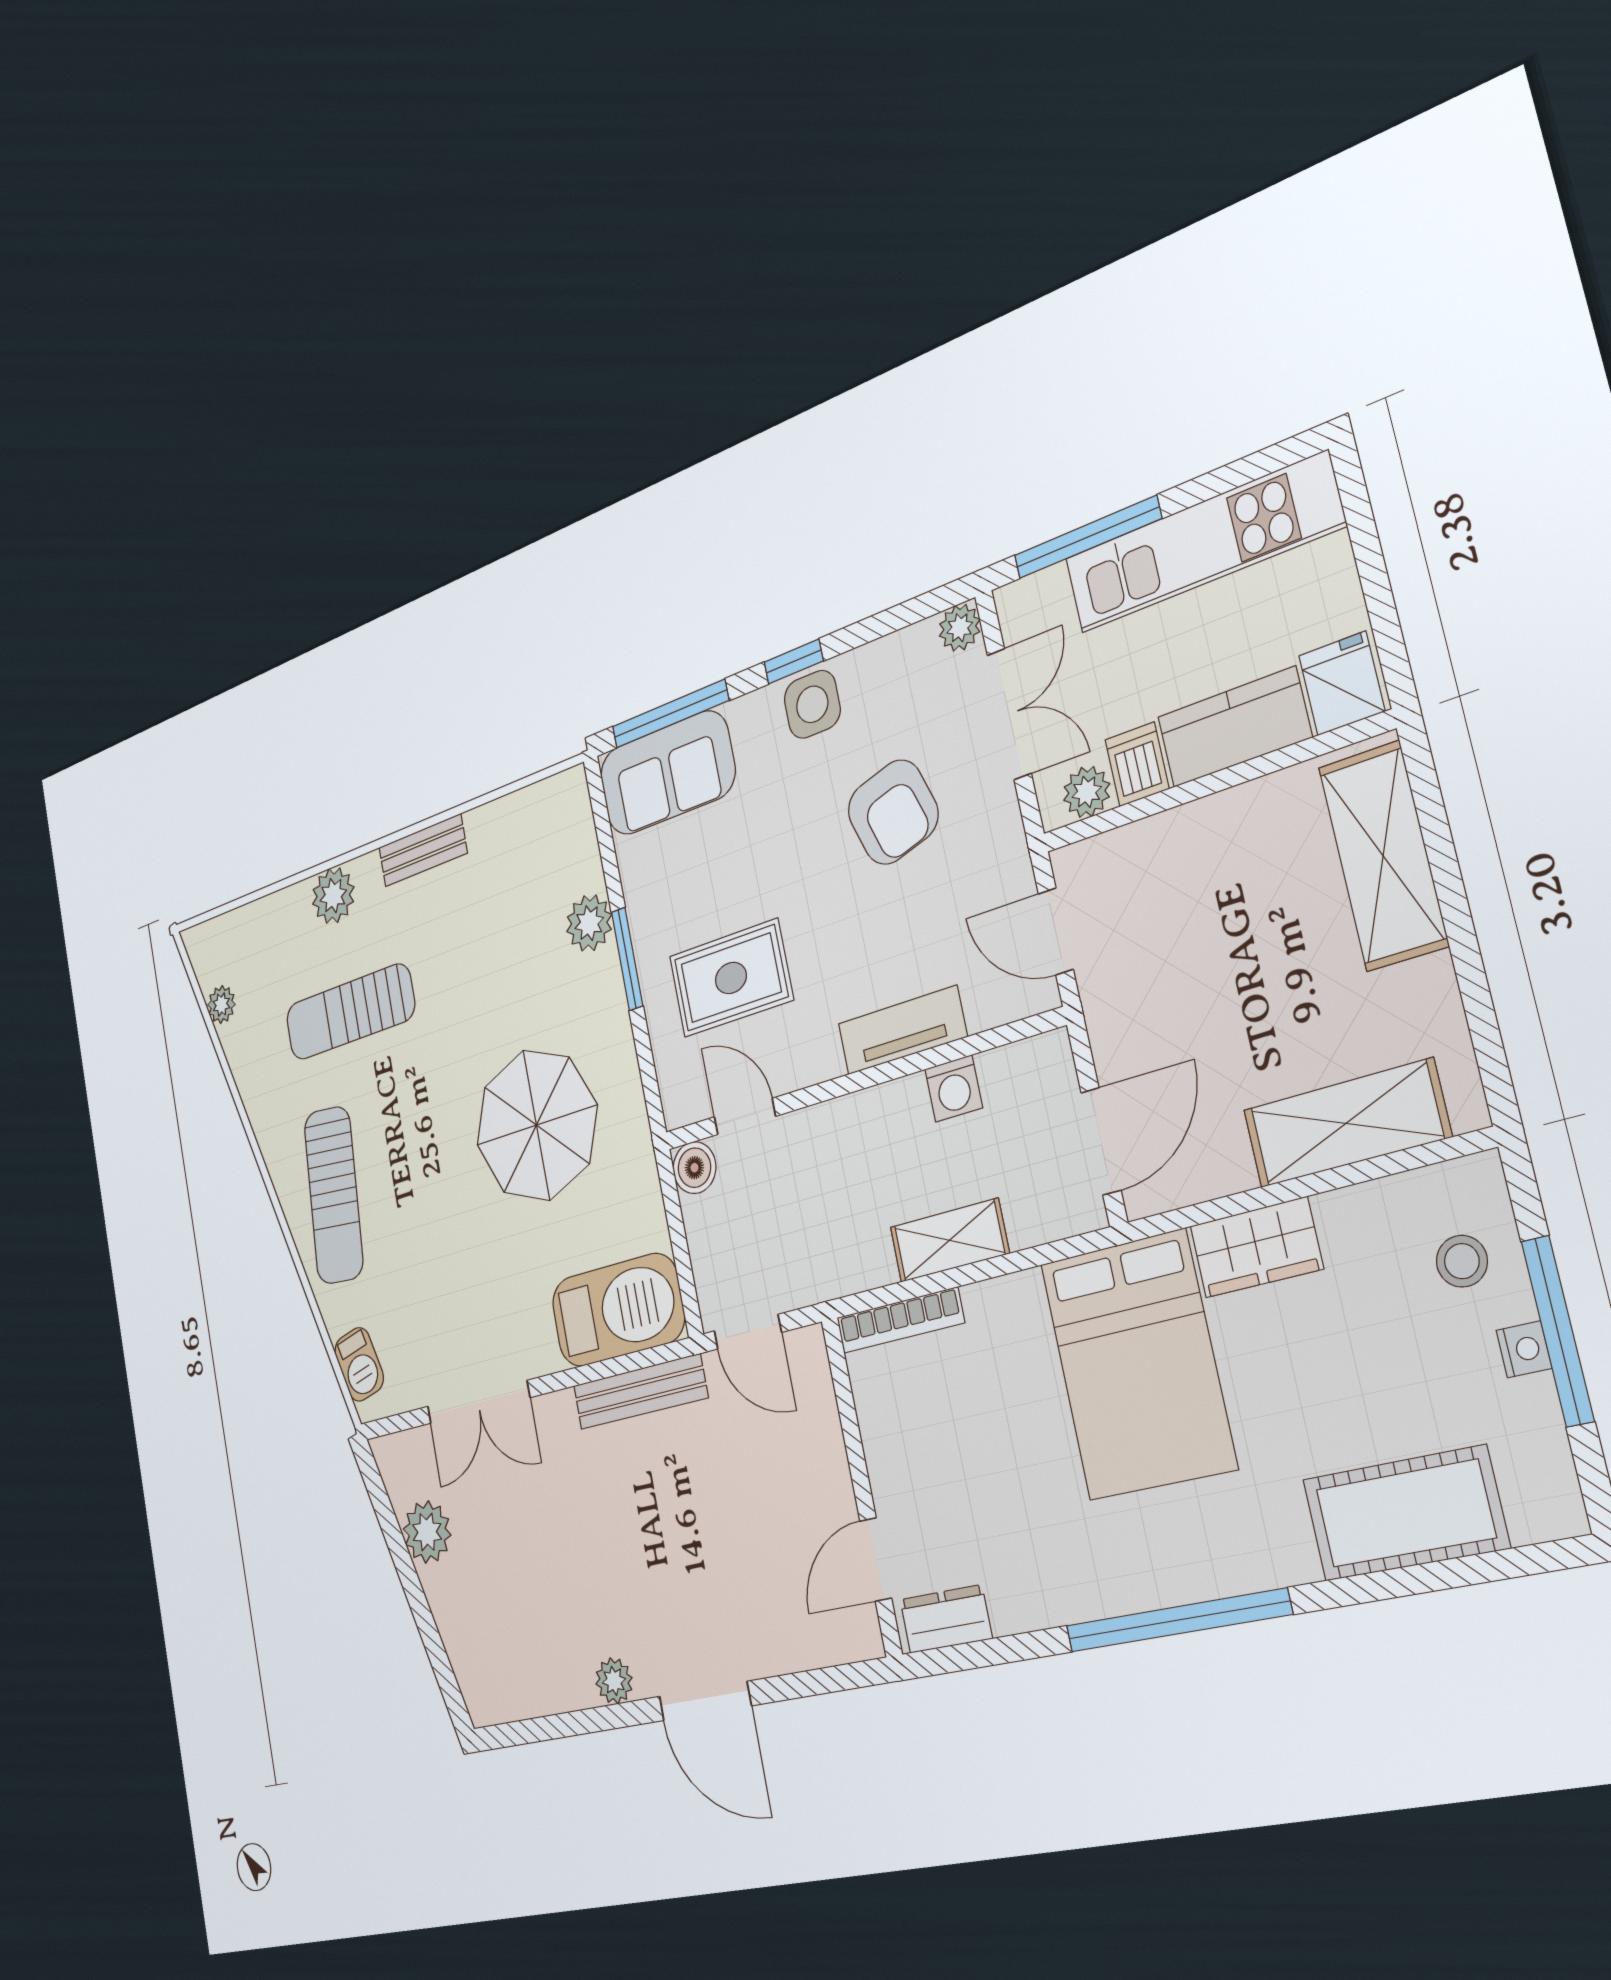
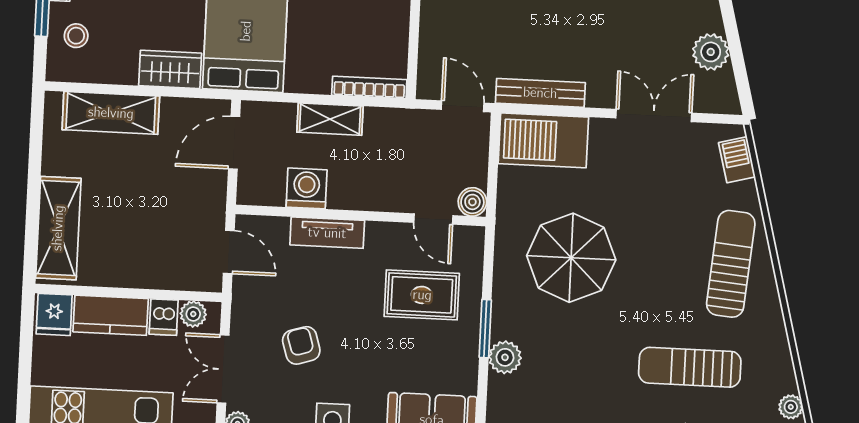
armchair: (893, 812) -> (301, 345), width x0.72, depth x0.72
sun lounger: (350, 1012) -> (690, 367), turned 180
washing machine: (954, 1088) -> (307, 188), width x1.38, depth x1.38

